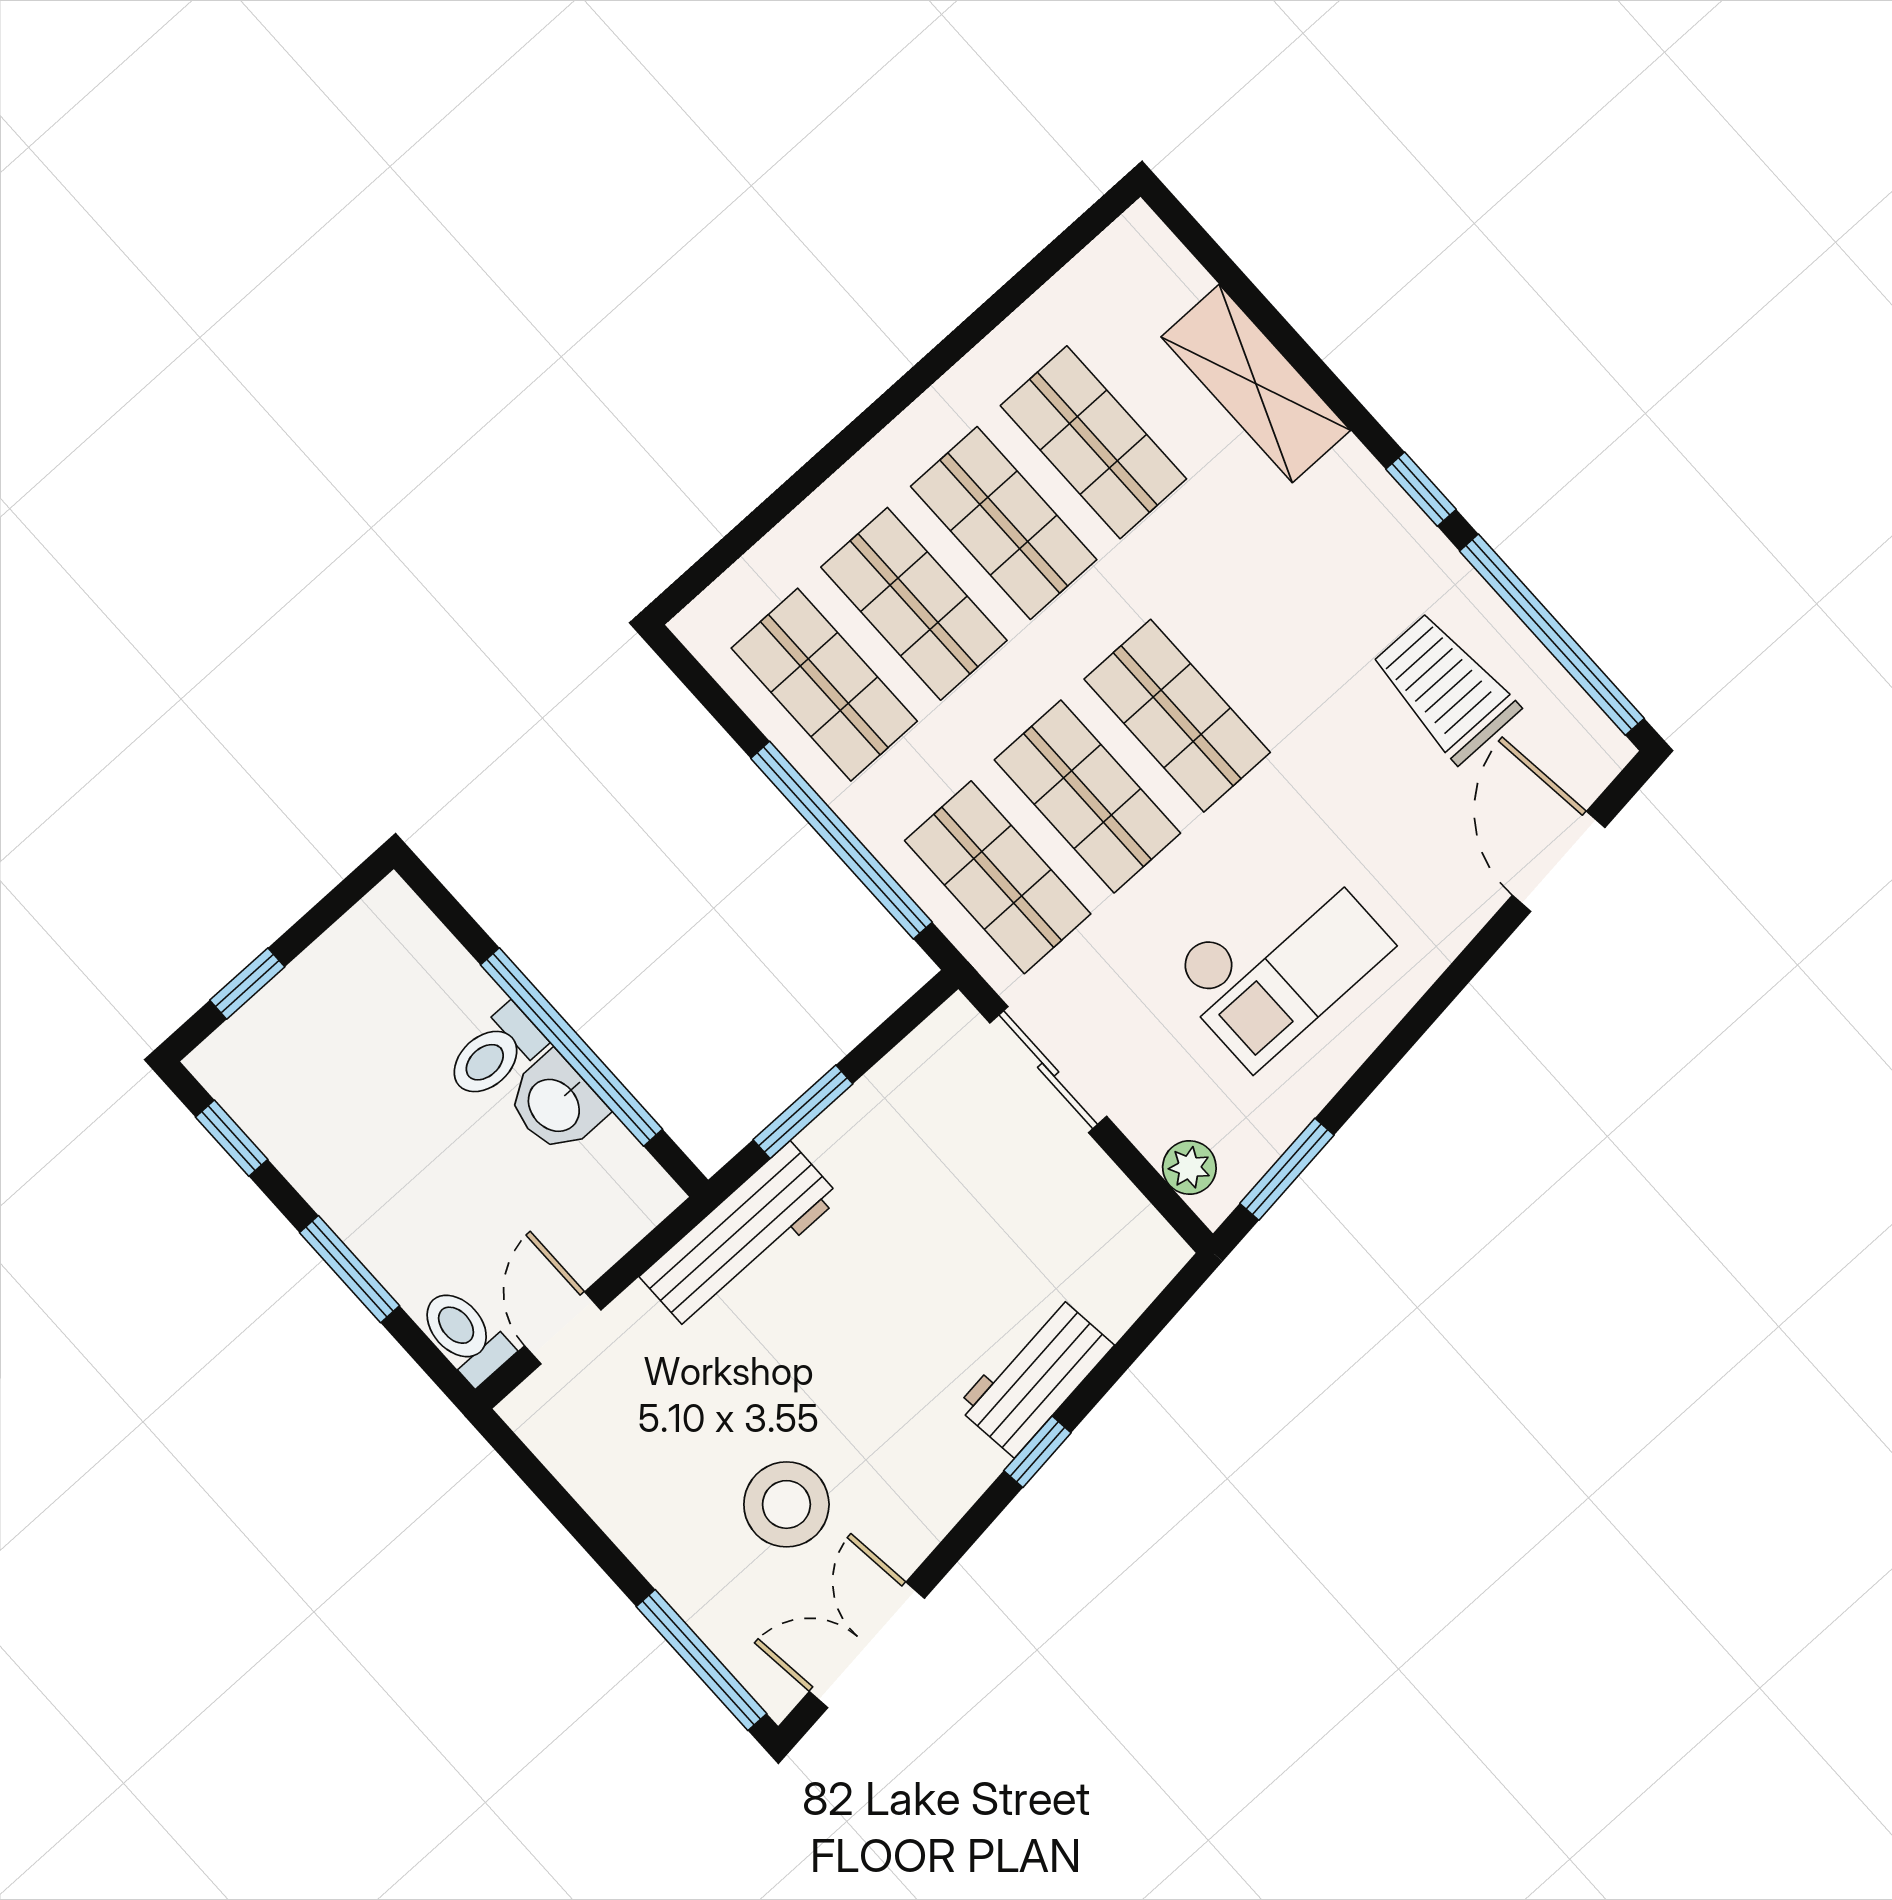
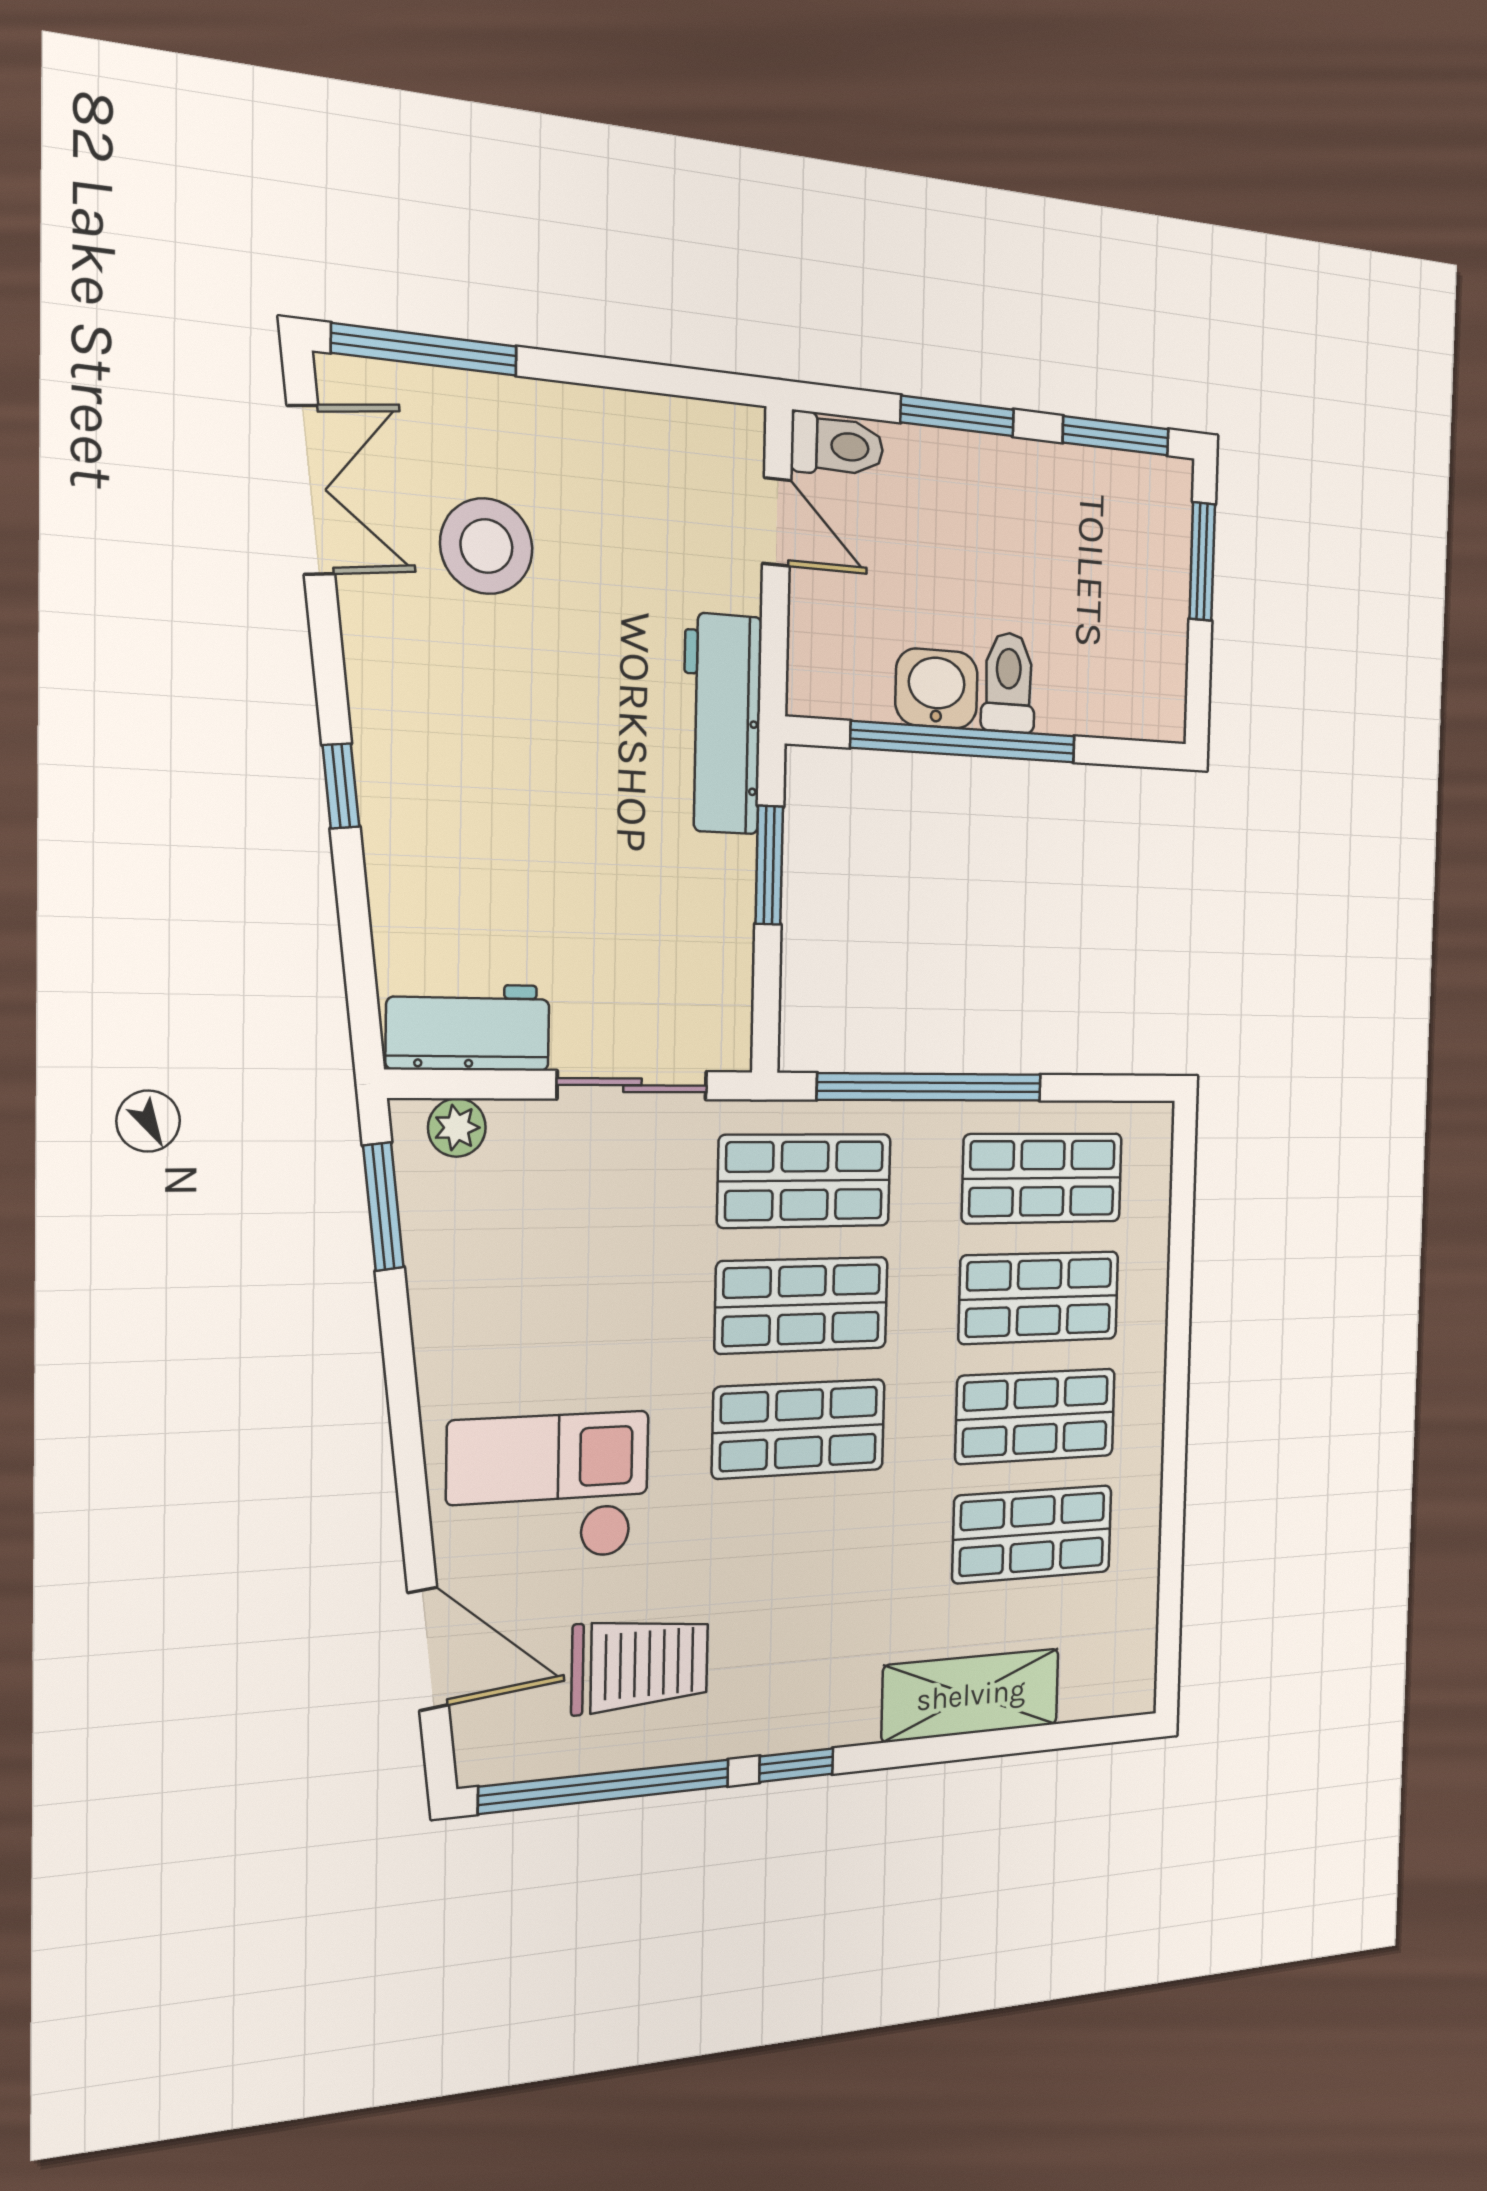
checkout: (1280, 960) -> (548, 1488), moved, turned 90
window: (247, 984) -> (1202, 561), width x1.50
window: (232, 1138) -> (1116, 436), width x1.50
workbench: (1035, 1376) -> (468, 1027), moved, turned -83

